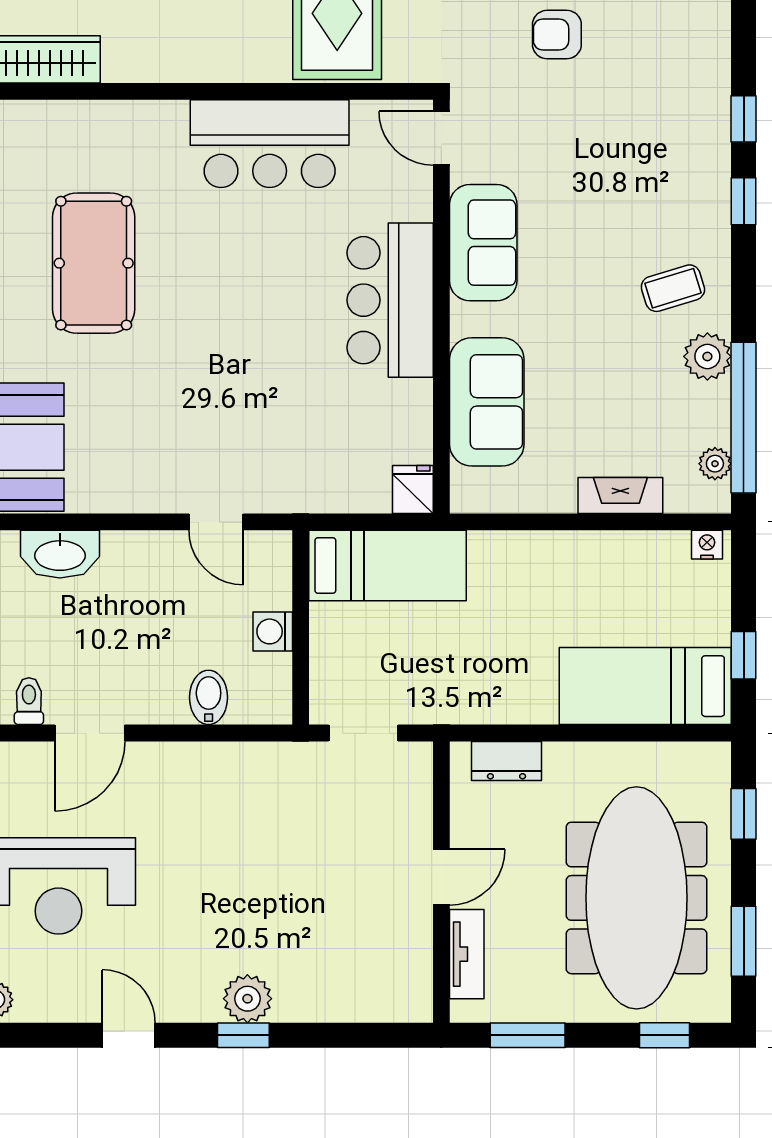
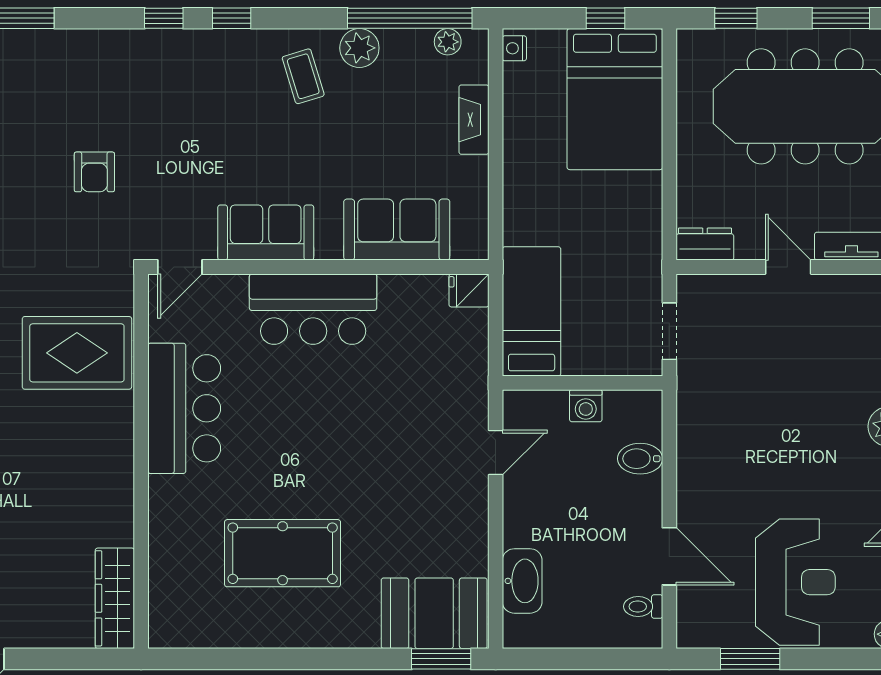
bed: (645, 686) -> (615, 99), width x1.50
dresser: (507, 761) -> (705, 244), moved, turned -90

